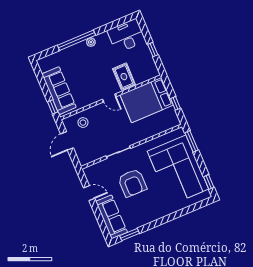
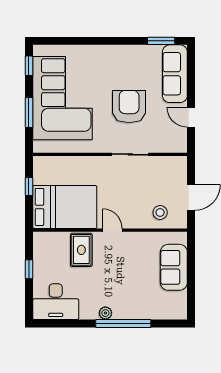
sofa: (59, 91) -> (174, 267), width x0.73
window: (53, 107) -> (191, 250), removed
window: (192, 141) -> (29, 113), moved

